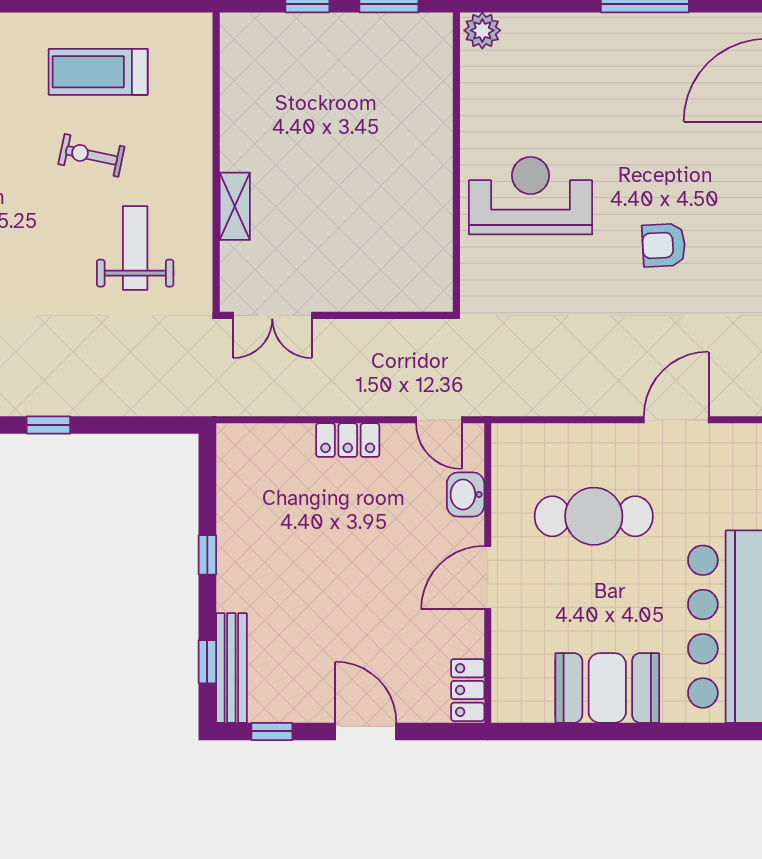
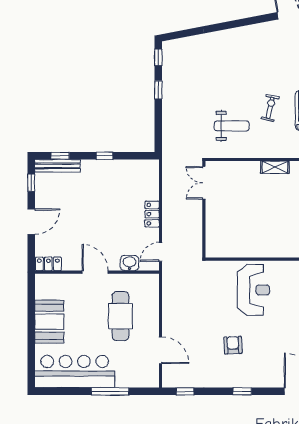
shelving: (235, 206) -> (275, 167), moved

